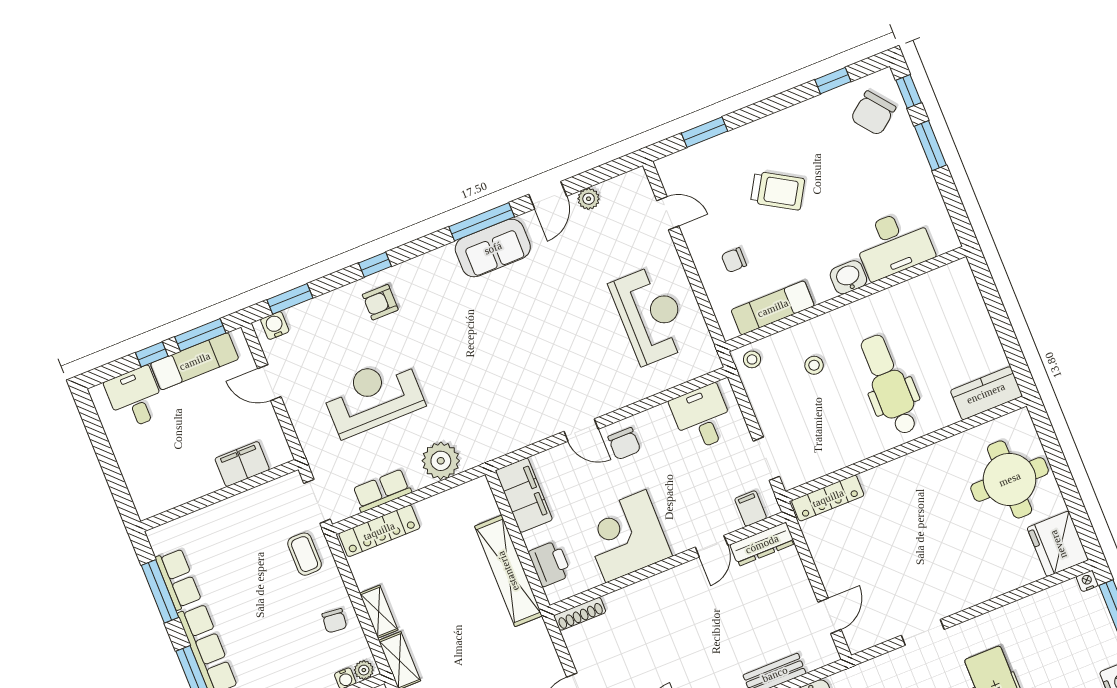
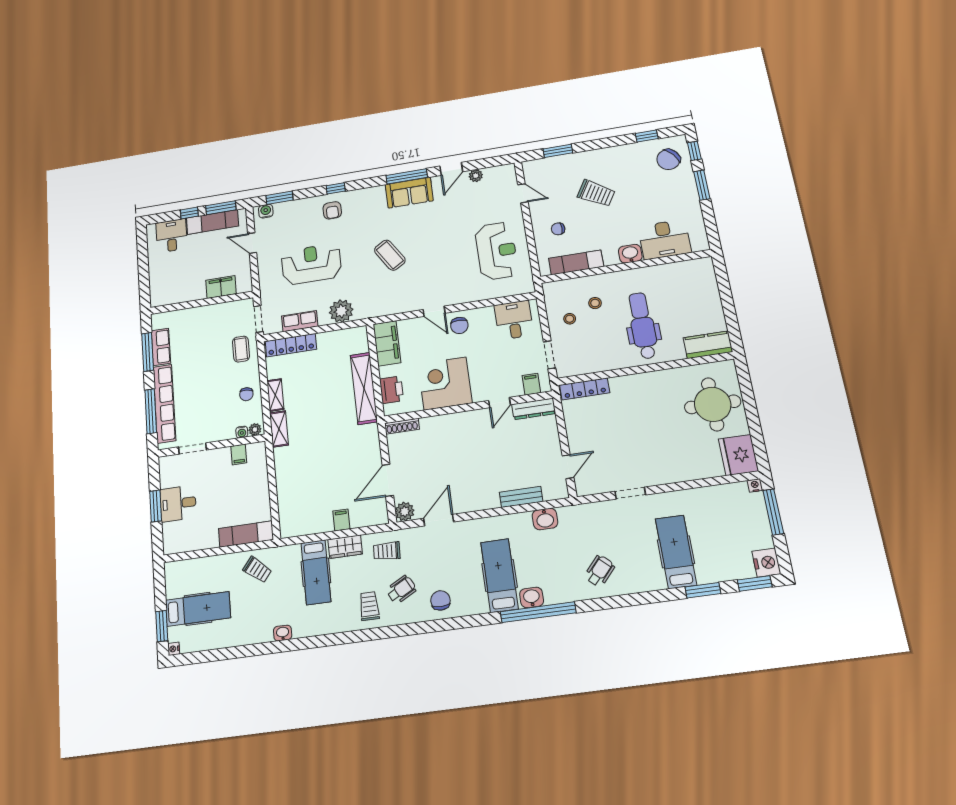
armchair: (380, 302) -> (332, 210), turned -90
coffee table: (490, 356) -> (390, 255), added
stool: (752, 359) -> (570, 319), moved

